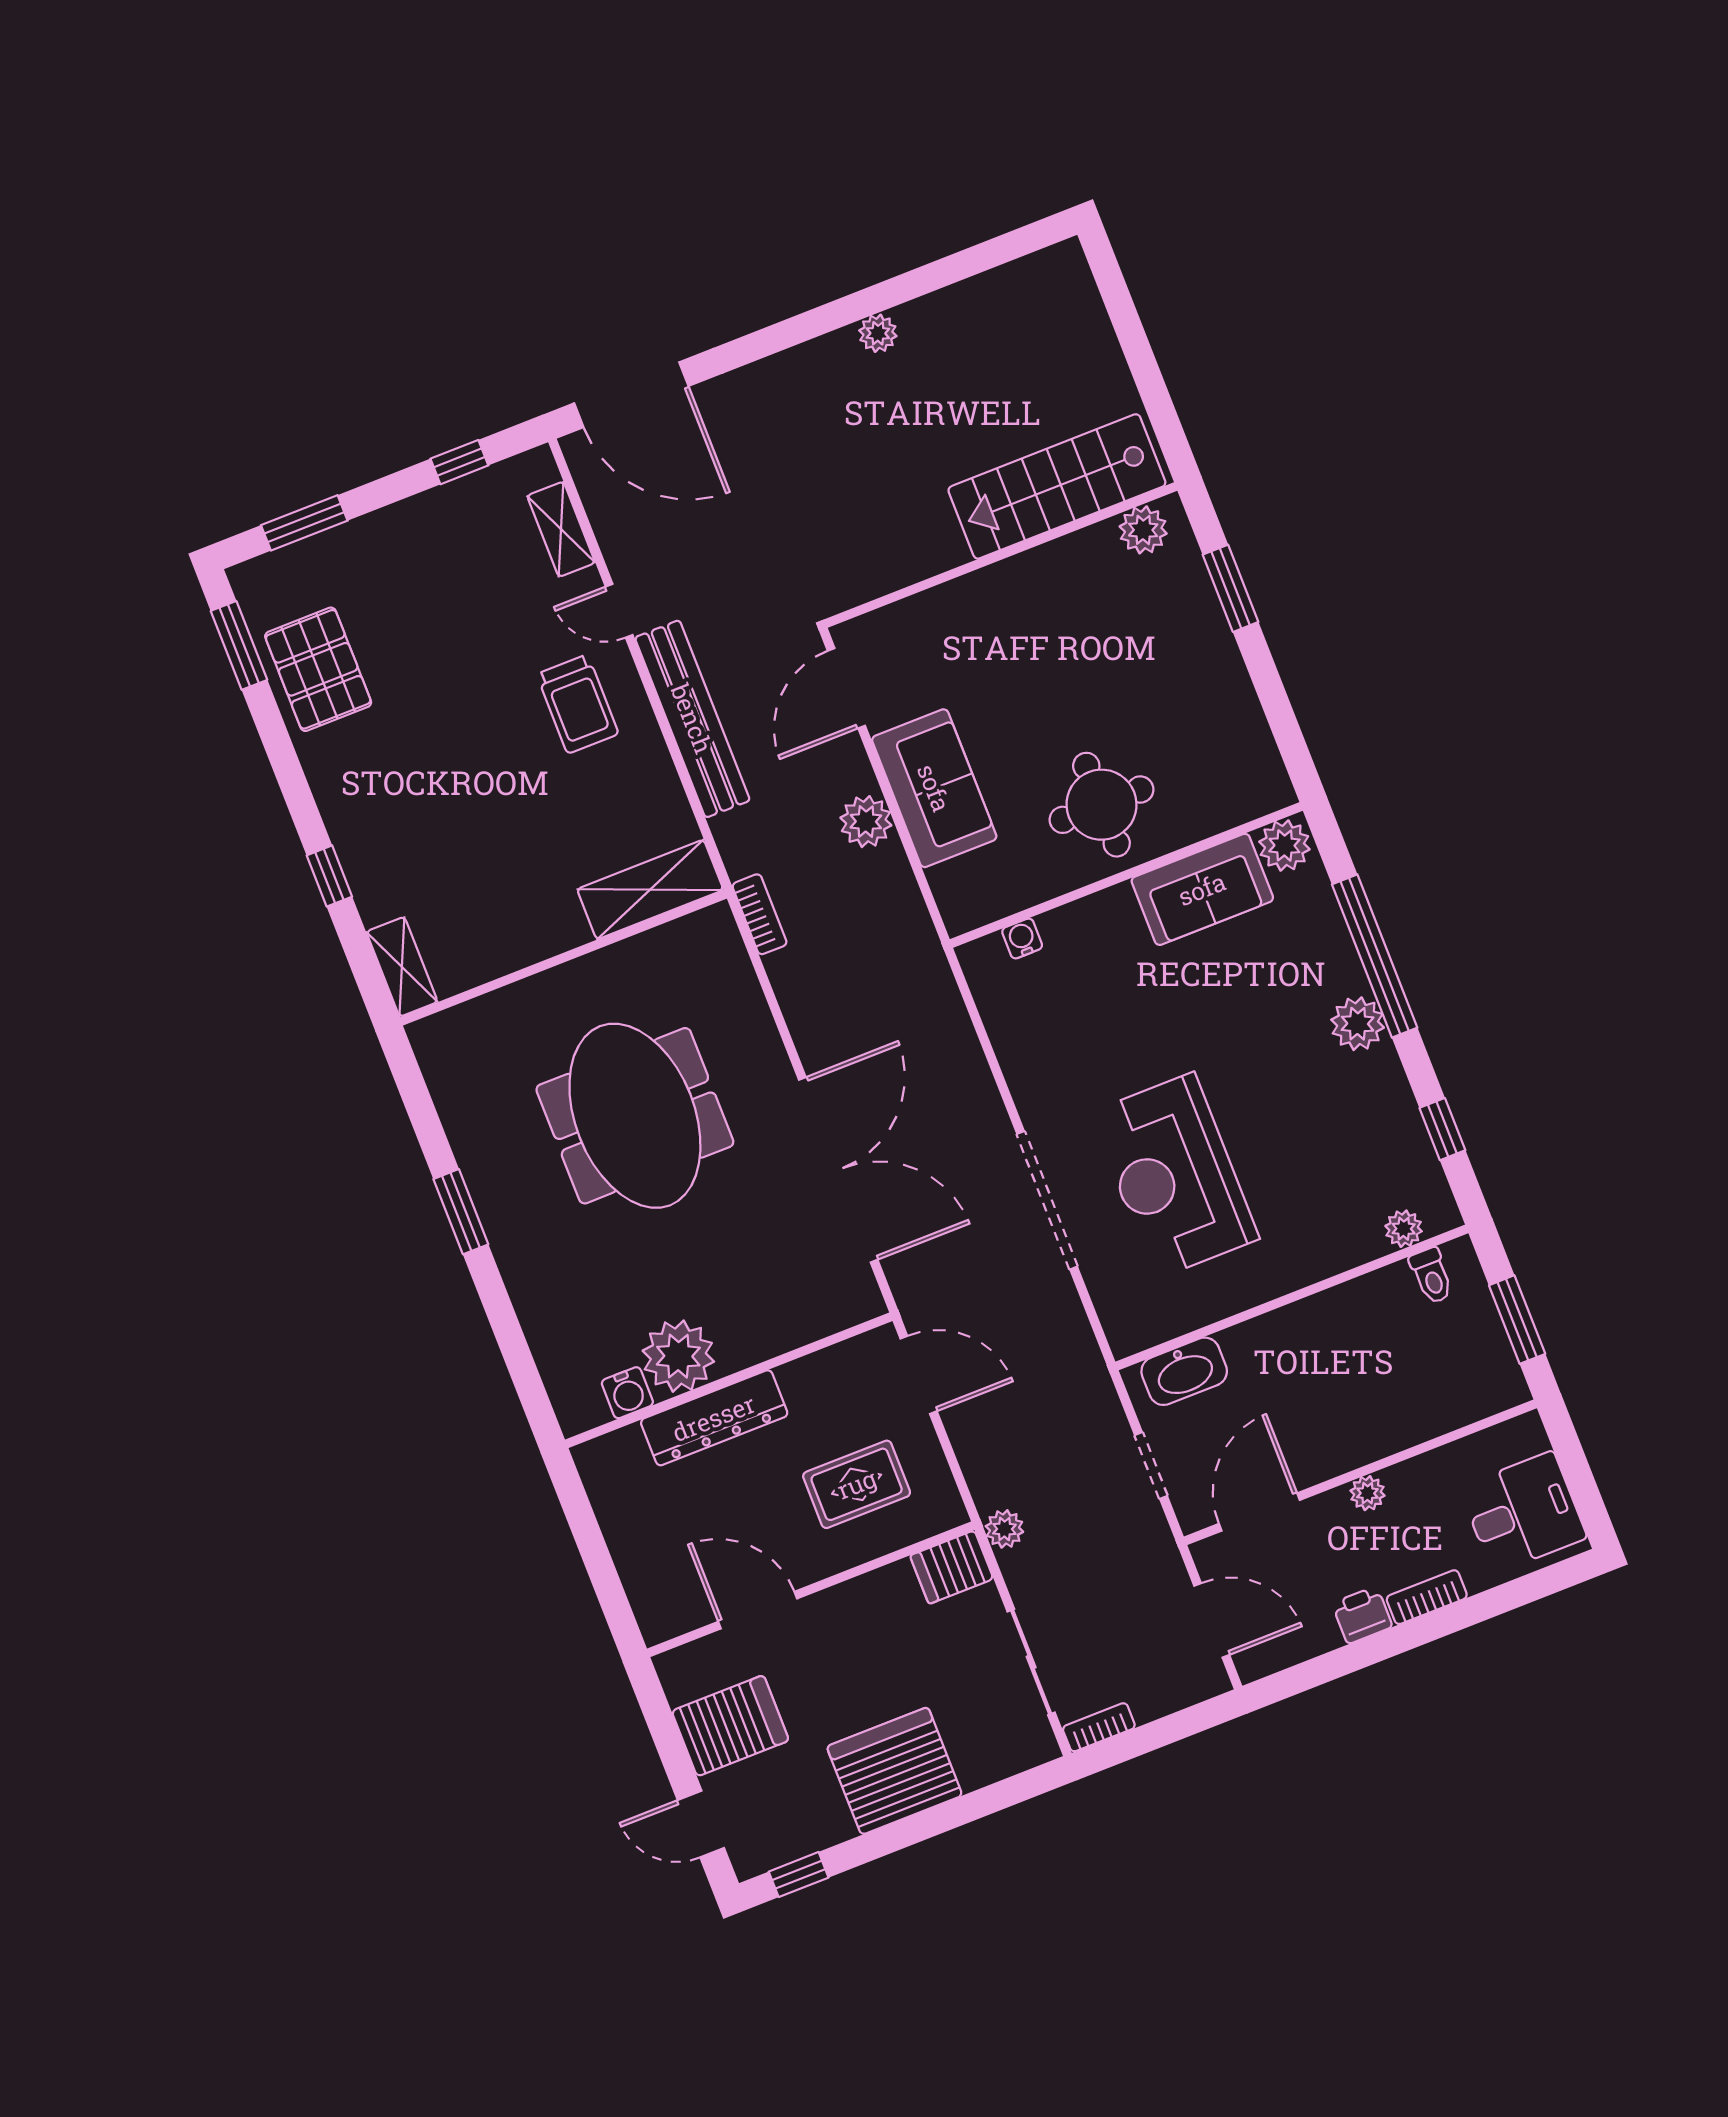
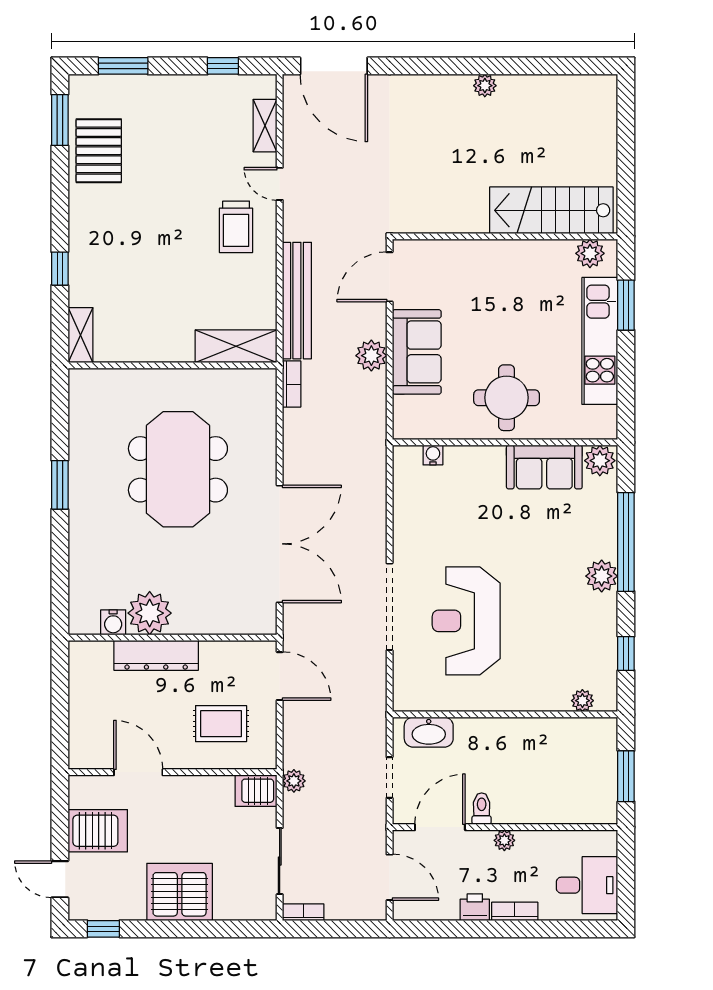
kitchen unit: (1212, 660) -> (600, 341), added
bench: (692, 719) -> (297, 301), moved
toilet: (1431, 1276) -> (482, 809), moved, turned 180

